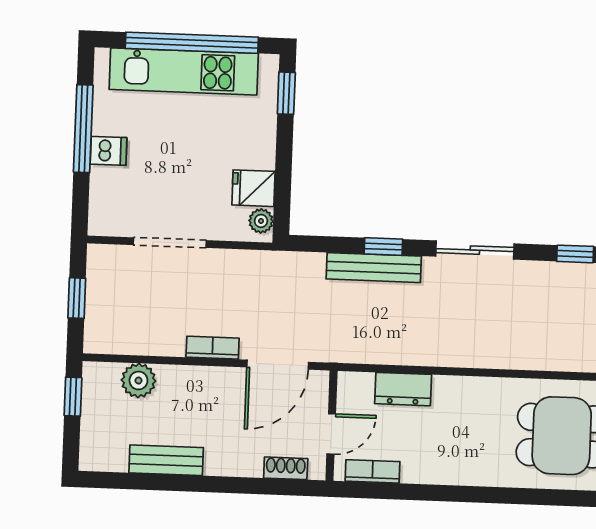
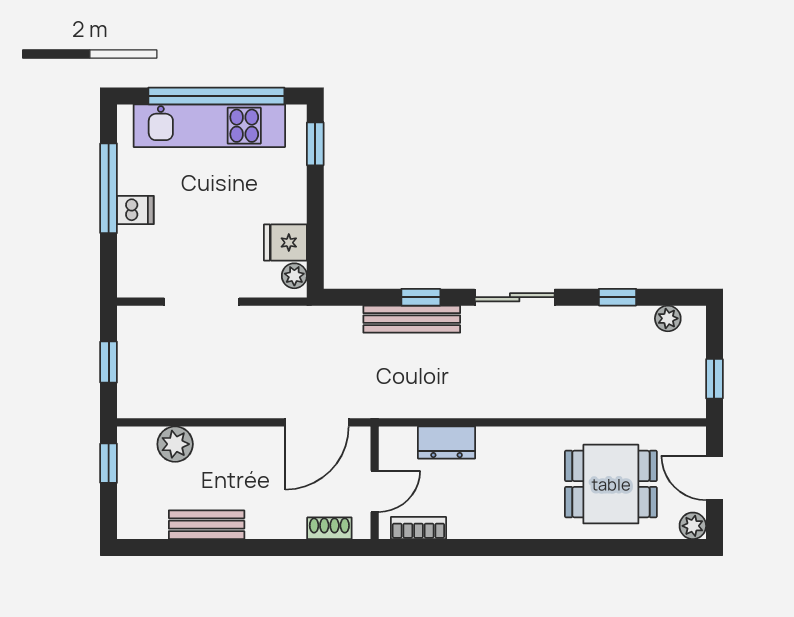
bookcase: (213, 348) -> (250, 408), removed

